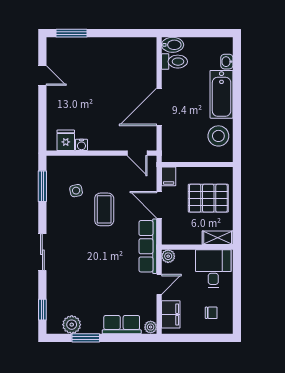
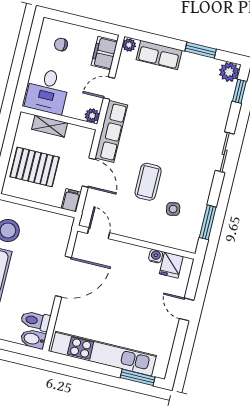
kitchen unit: (107, 47) -> (104, 354), added
door: (42, 75) -> (187, 309), moved
shelving: (218, 238) -> (50, 126), moved
plant: (72, 325) -> (229, 72), moved

